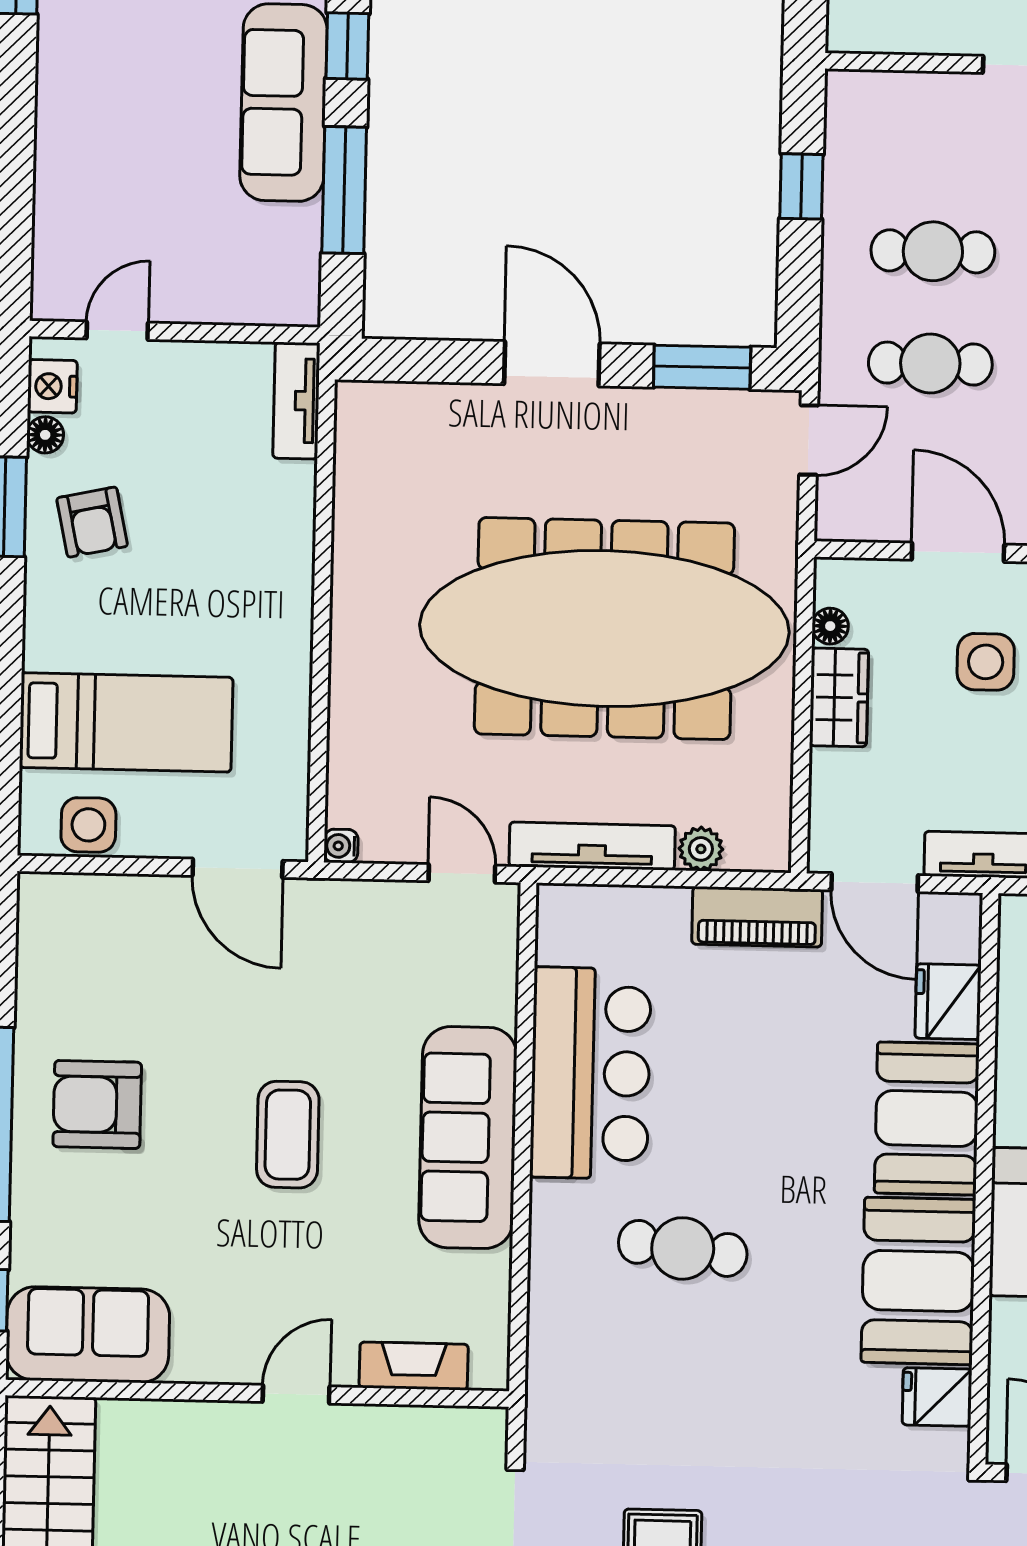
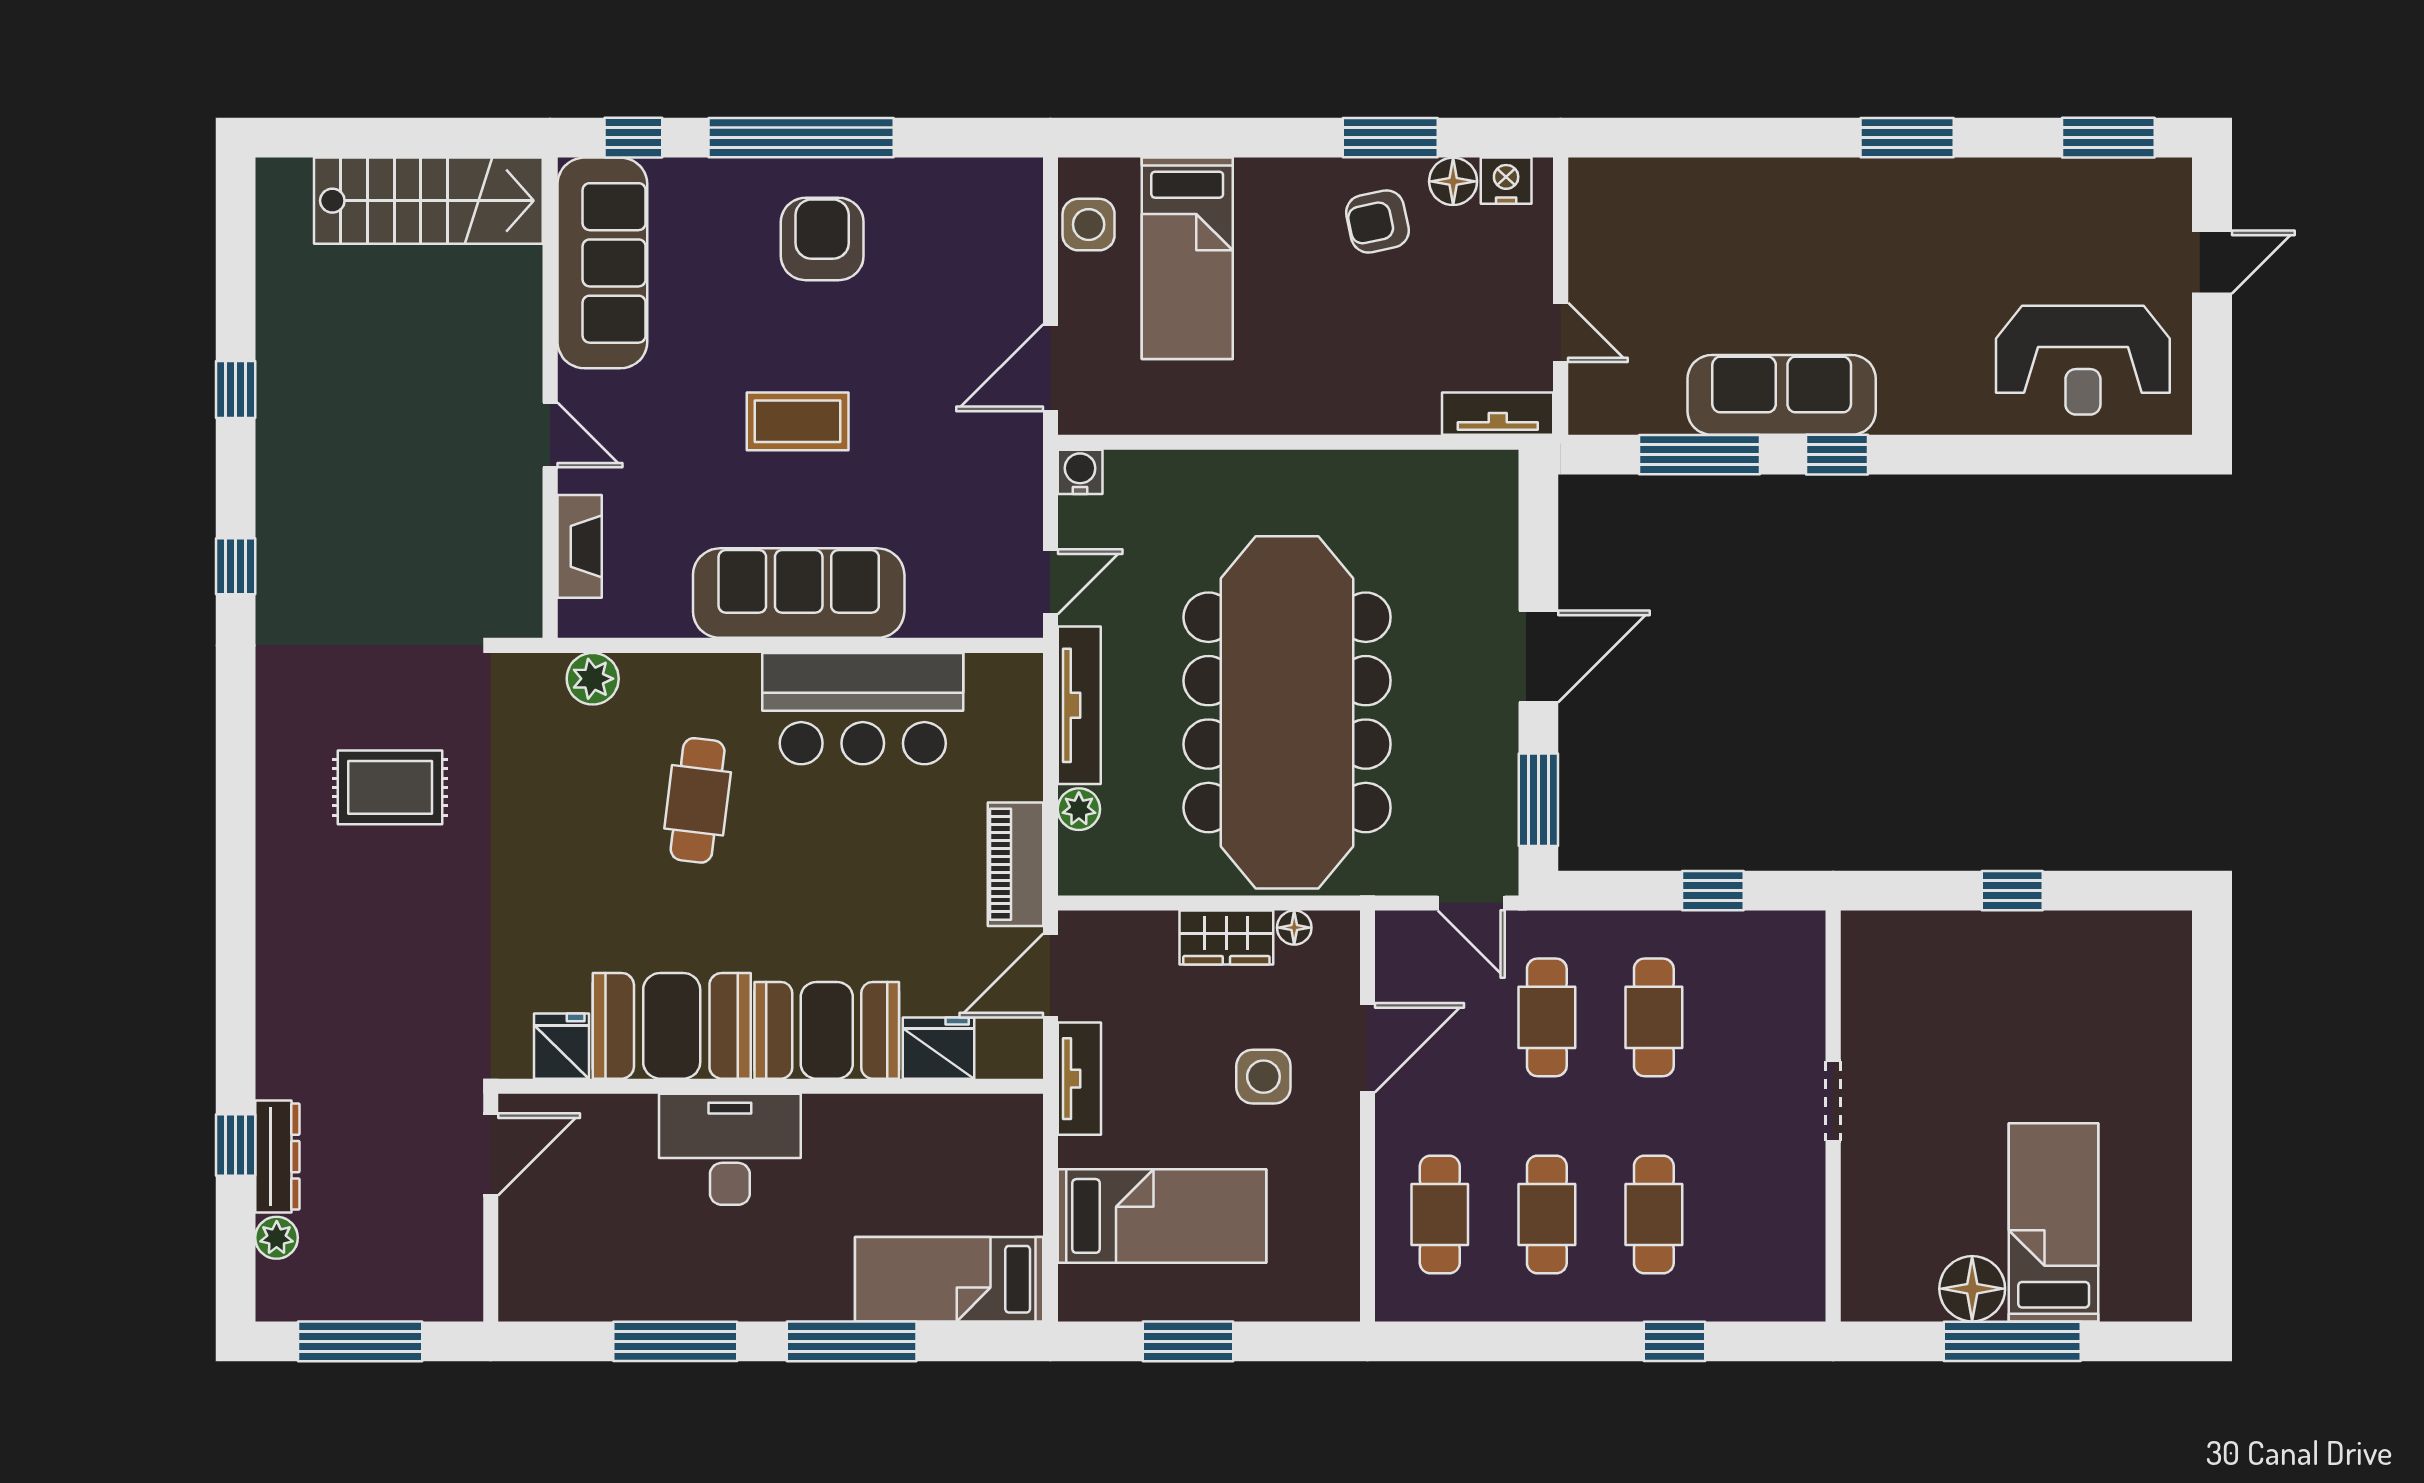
door: (117, 331) -> (1561, 332), moved
floor lamp: (45, 435) -> (1453, 181), width x1.37, depth x1.37
water cooler: (341, 846) -> (1080, 472), width x1.38, depth x1.38
sofa: (88, 1335) -> (602, 263), width x1.36
plant: (553, 1356) -> (593, 679), added

